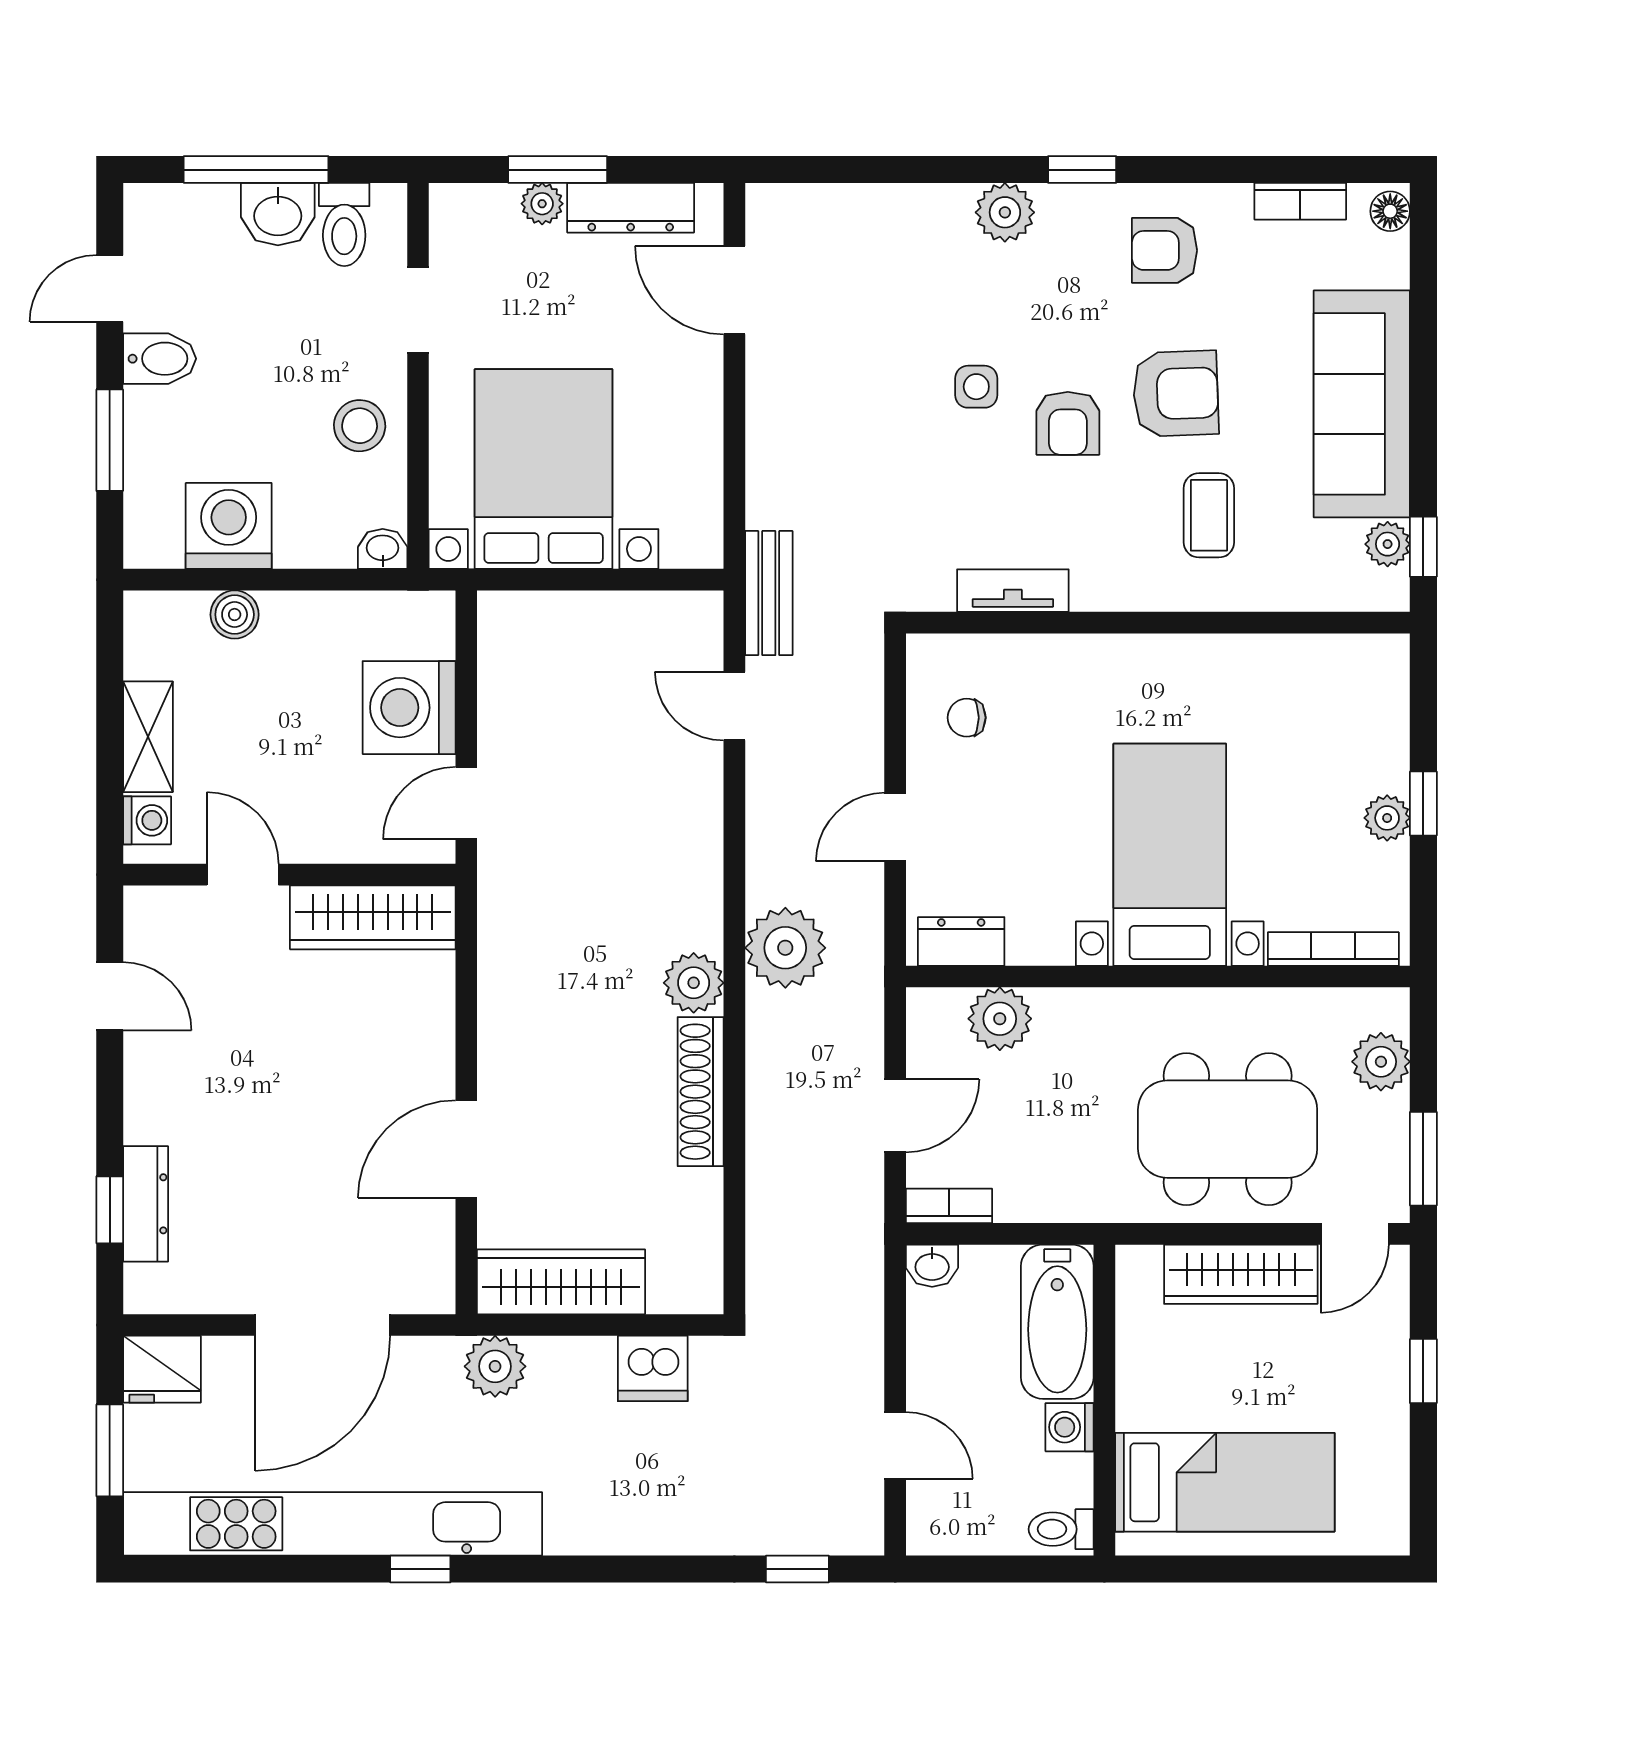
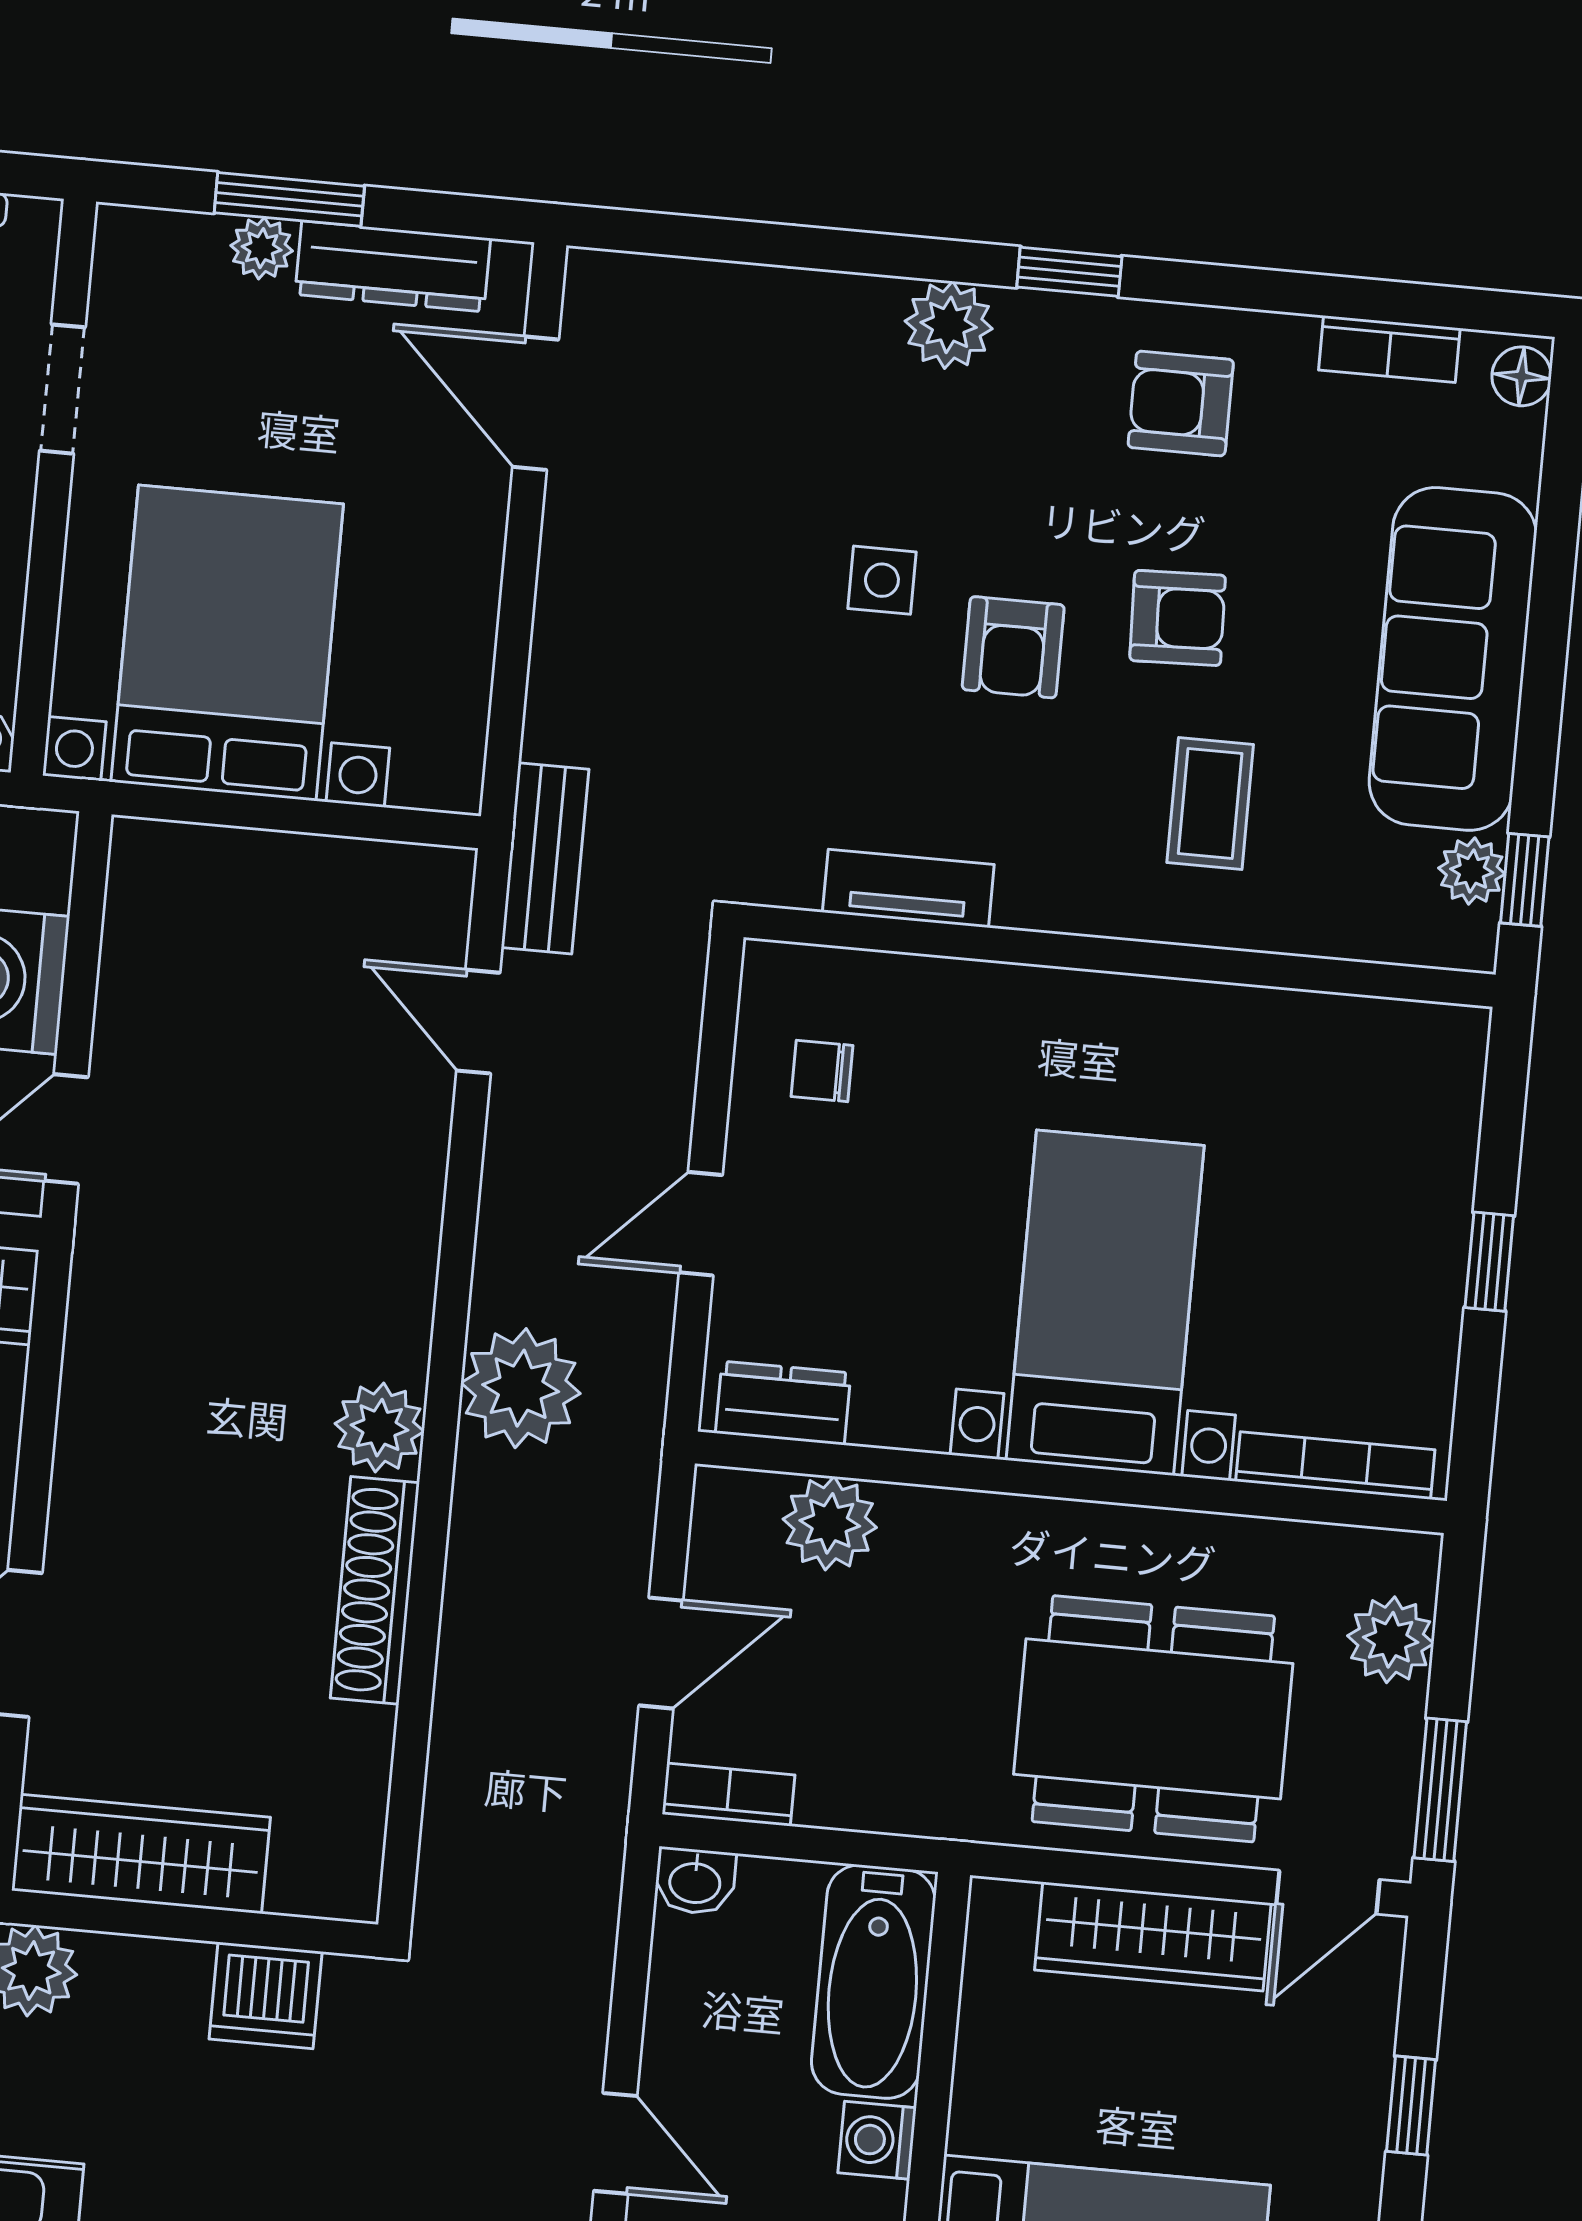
armchair: (1176, 394) -> (1178, 618), width x0.72, depth x0.72
plant: (1387, 818) -> (1433, 1278), removed

